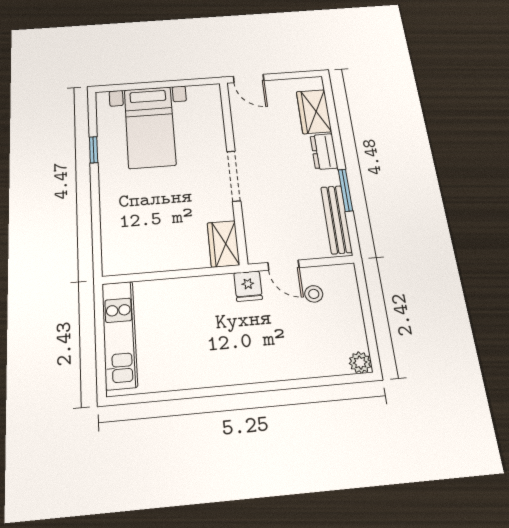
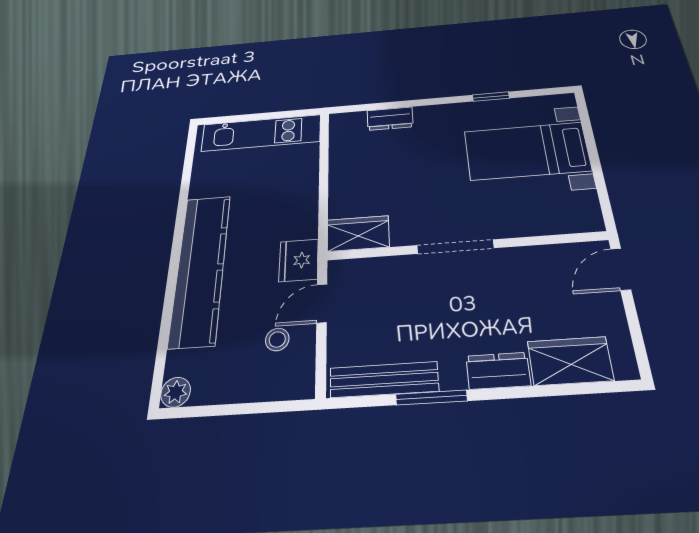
dresser: (111, 226) -> (390, 119), added
fridge: (248, 286) -> (299, 260), width x1.38
kitchen counter: (258, 364) -> (200, 268), added

